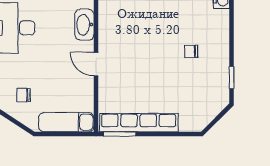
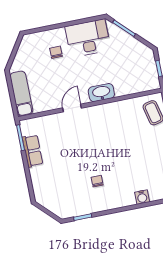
chair: (23, 95) -> (56, 52), moved
row of seats: (139, 123) -> (32, 151), width x0.50

